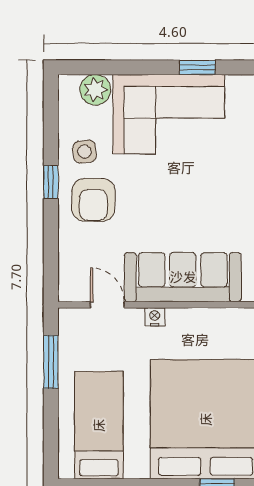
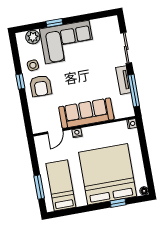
window: (197, 67) -> (54, 23), moved
door: (107, 305) -> (55, 131), swing flipped
window: (51, 362) -> (39, 187), moved

